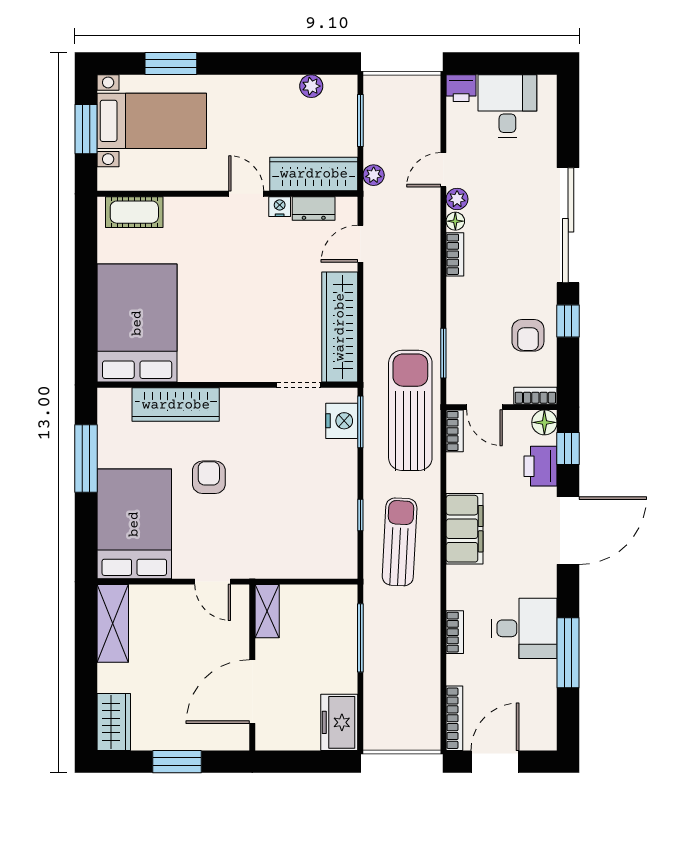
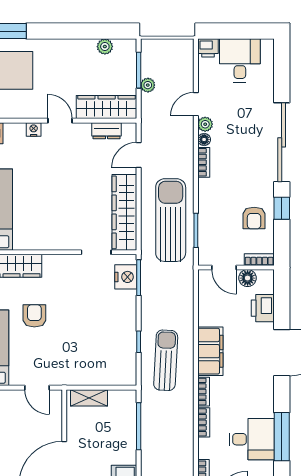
plant: (374, 175) -> (148, 85), moved
nightstand: (280, 207) -> (34, 129), moved
sun lounger: (410, 410) -> (171, 220), moved
floor lamp: (544, 422) -> (248, 278), moved
bookcase: (455, 431) -> (204, 392), moved
window: (568, 448) -> (282, 296), removed
shelving: (267, 611) -> (89, 398), moved, turned 90
desk: (524, 628) -> (252, 439), moved

